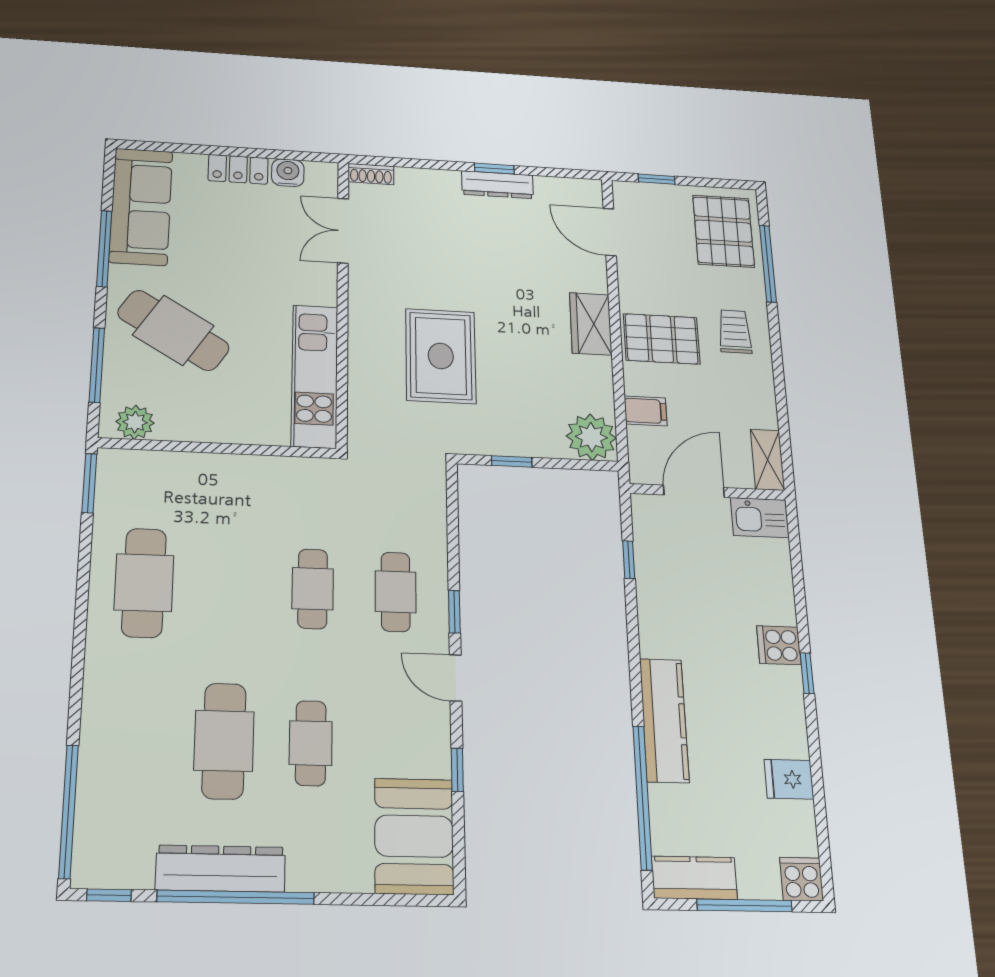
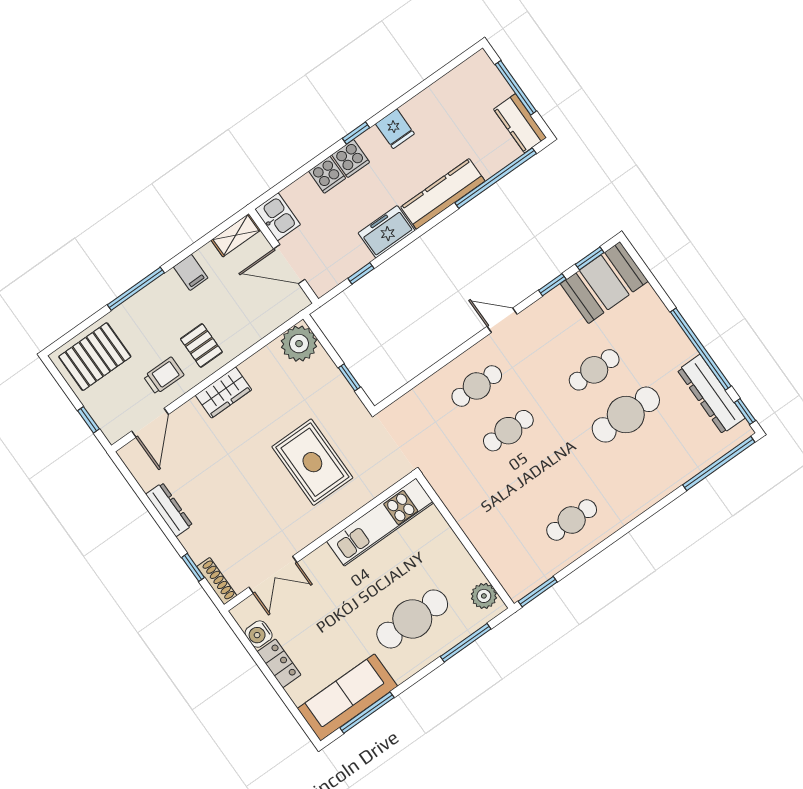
window: (494, 169) -> (193, 567), moved
shoe rack: (371, 174) -> (217, 581), width x1.43
window: (104, 249) -> (367, 713), moved
window: (768, 264) -> (136, 289), moved
cafe table: (173, 330) -> (412, 619), turned 58
trolley: (735, 332) -> (164, 376), moved, turned 180
pallet: (662, 339) -> (201, 345), width x0.67, depth x0.71
rug: (441, 356) -> (312, 462), turned 90
filing cabinet: (646, 411) -> (191, 272), moved, turned 180
cafe table: (144, 583) -> (572, 520), width x0.73, depth x0.74
window: (454, 612) -> (590, 258), moved
freezer: (660, 623) -> (387, 232), added
door: (456, 678) -> (502, 320), swing flipped
fridge: (789, 779) -> (395, 129), moved
dresser: (221, 869) -> (711, 394), moved
cooker: (802, 879) -> (327, 175), moved, turned -90

